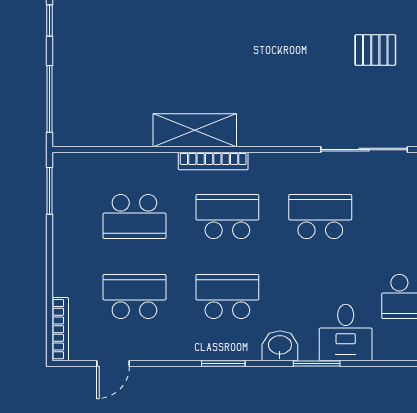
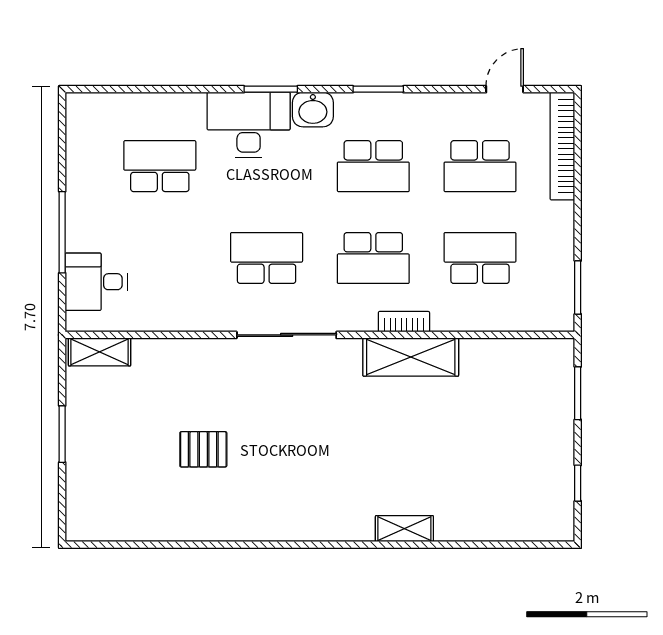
window: (50, 99) -> (578, 393), width x0.69
sliding door: (364, 150) -> (287, 335), moved
bookcase: (213, 161) -> (404, 322), width x0.64
school desk: (320, 217) -> (267, 258), turned 180
bookcase: (60, 329) -> (562, 146), width x1.48, depth x1.31
desk: (346, 333) -> (249, 125), width x1.37

